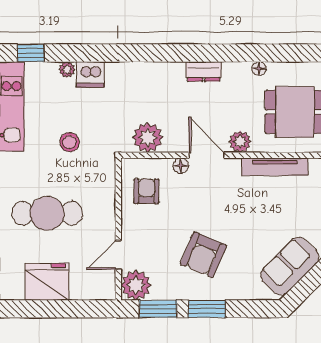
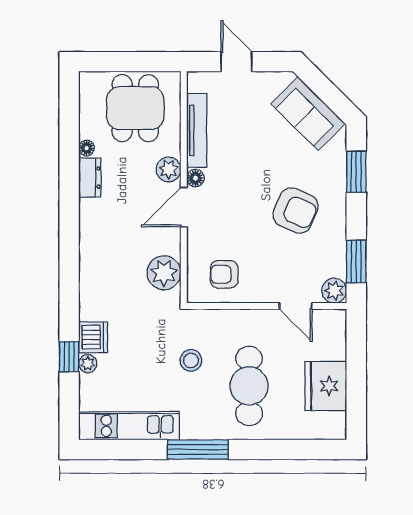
window: (31, 53) -> (69, 357), moved
dresser: (204, 71) -> (90, 177), moved
stool: (70, 142) -> (191, 360), moved
floor lamp: (181, 166) -> (195, 178), moved
plant: (136, 285) -> (334, 291), width x0.73, depth x0.73
window: (207, 309) -> (356, 172), moved

